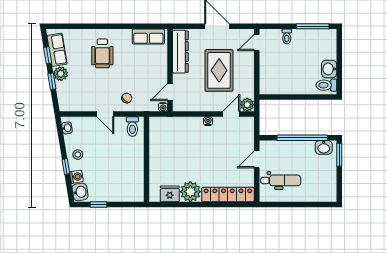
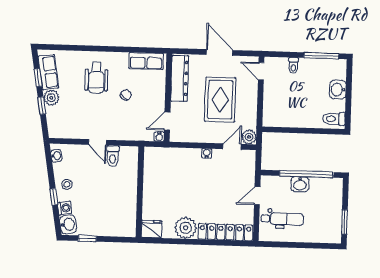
door: (257, 43) -> (261, 71), hinge flipped
washbasin: (329, 69) -> (338, 90), moved
chair: (127, 98) -> (126, 95), moved
toilet: (132, 127) -> (113, 156), moved
washbasin: (324, 147) -> (300, 184), moved
window: (339, 155) -> (344, 222), moved
fridge: (170, 194) -> (151, 229), moved

